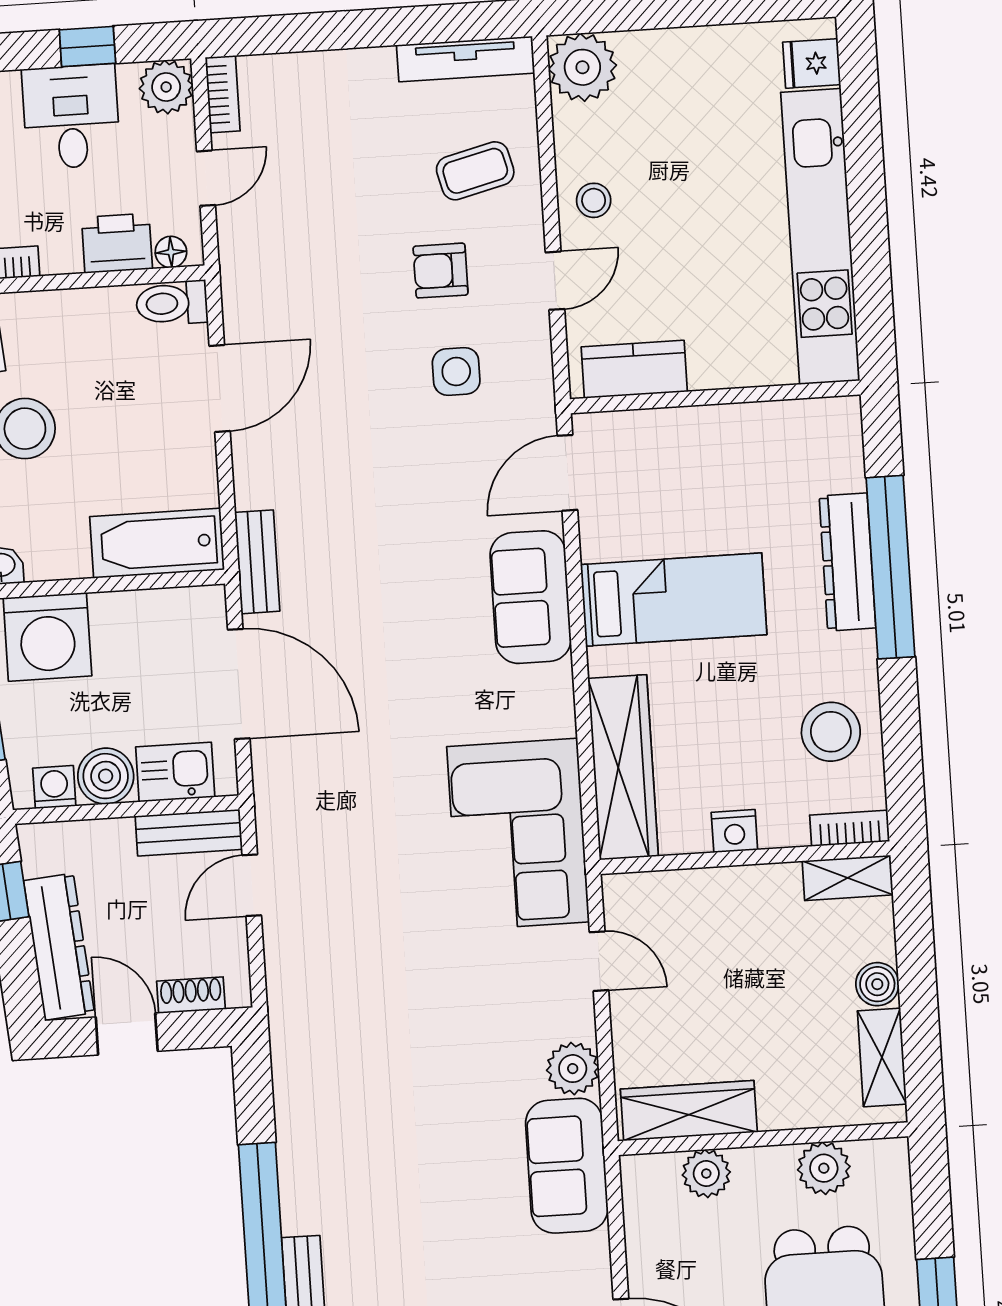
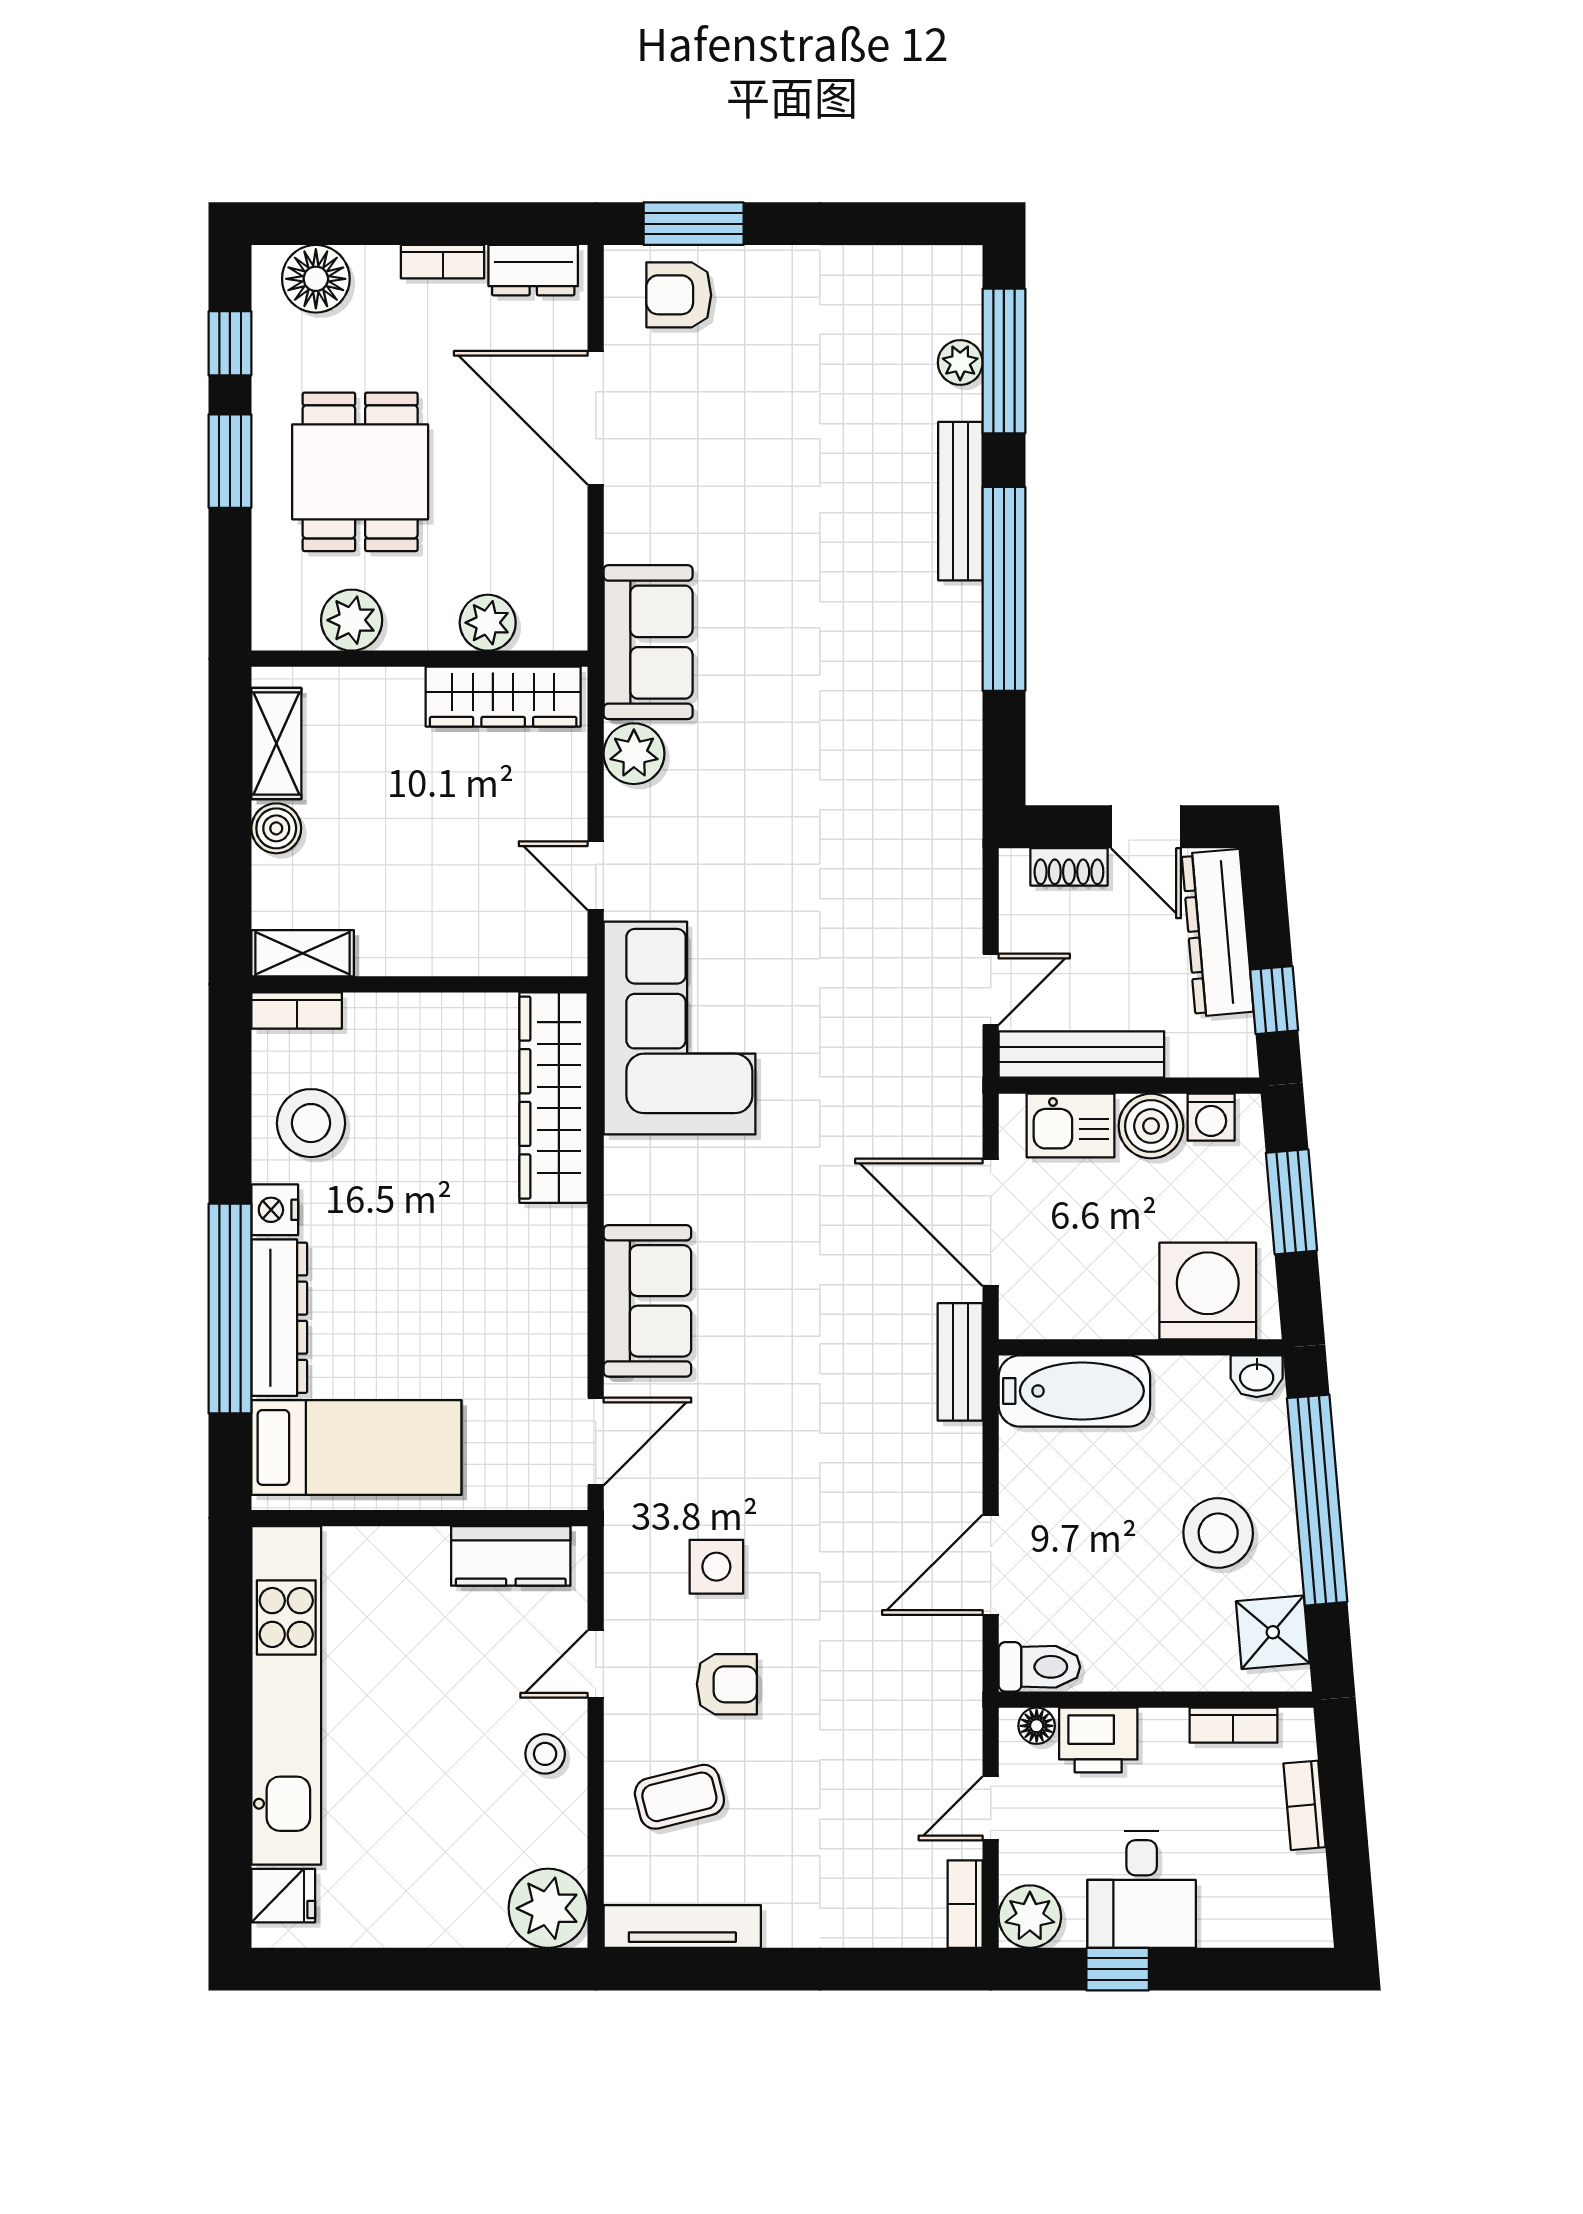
bed: (674, 600) -> (356, 1447), moved, turned 180
nightstand: (734, 831) -> (275, 1210), moved, turned -90
bench: (189, 833) -> (1081, 1055), width x1.36

